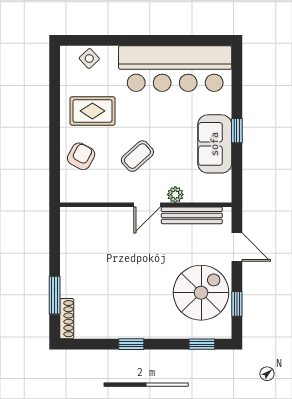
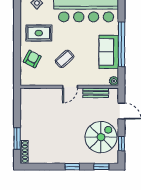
window: (237, 131) -> (121, 44), width x3.17
plant: (175, 195) -> (114, 81), moved
bench: (192, 215) -> (96, 93), width x0.73
window: (131, 344) -> (72, 167), moved

